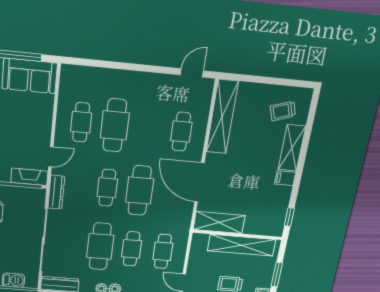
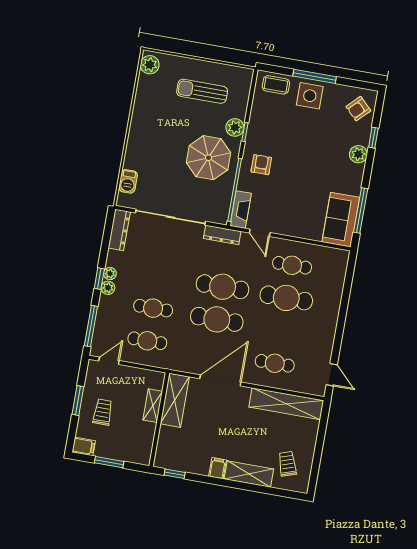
cafe table: (107, 188) -> (223, 287), width x1.37, depth x1.35
shelving: (242, 245) -> (153, 406), width x0.45, depth x0.75
cafe table: (100, 246) -> (159, 275), removed

